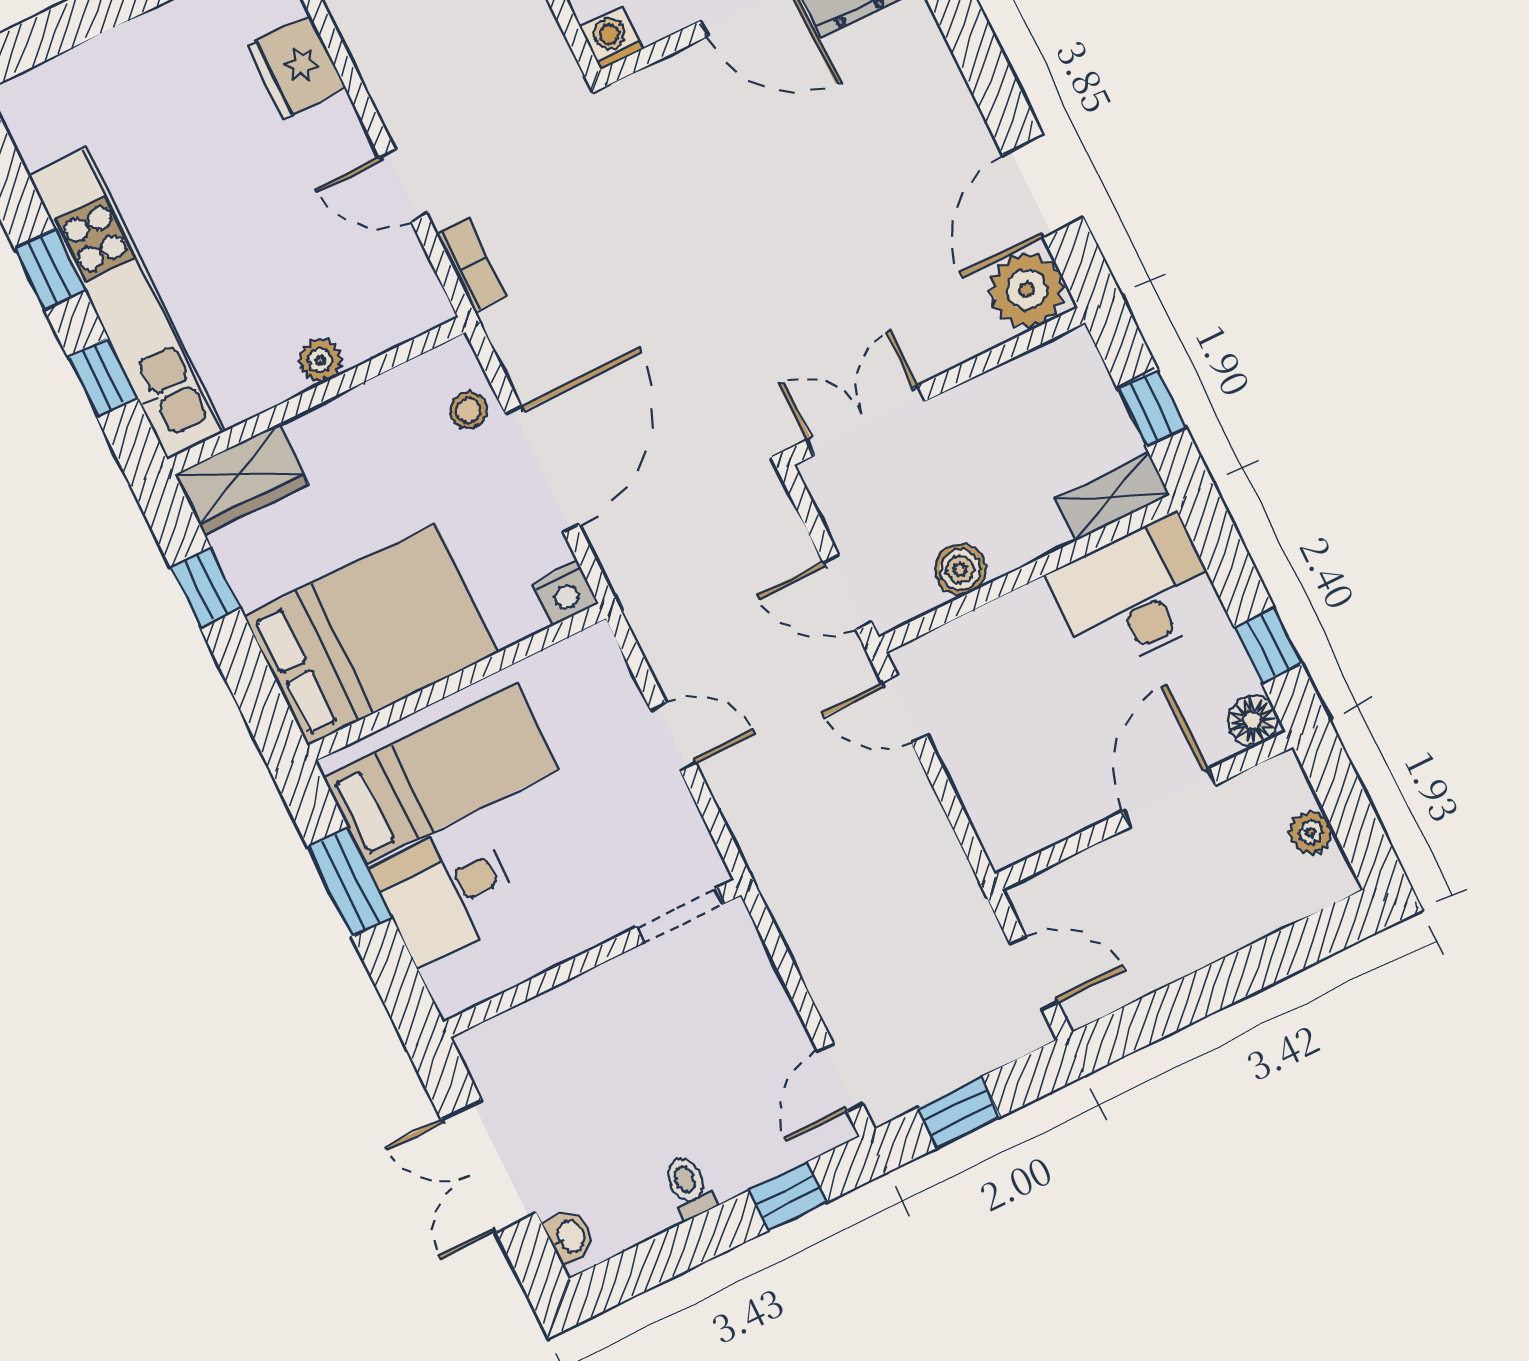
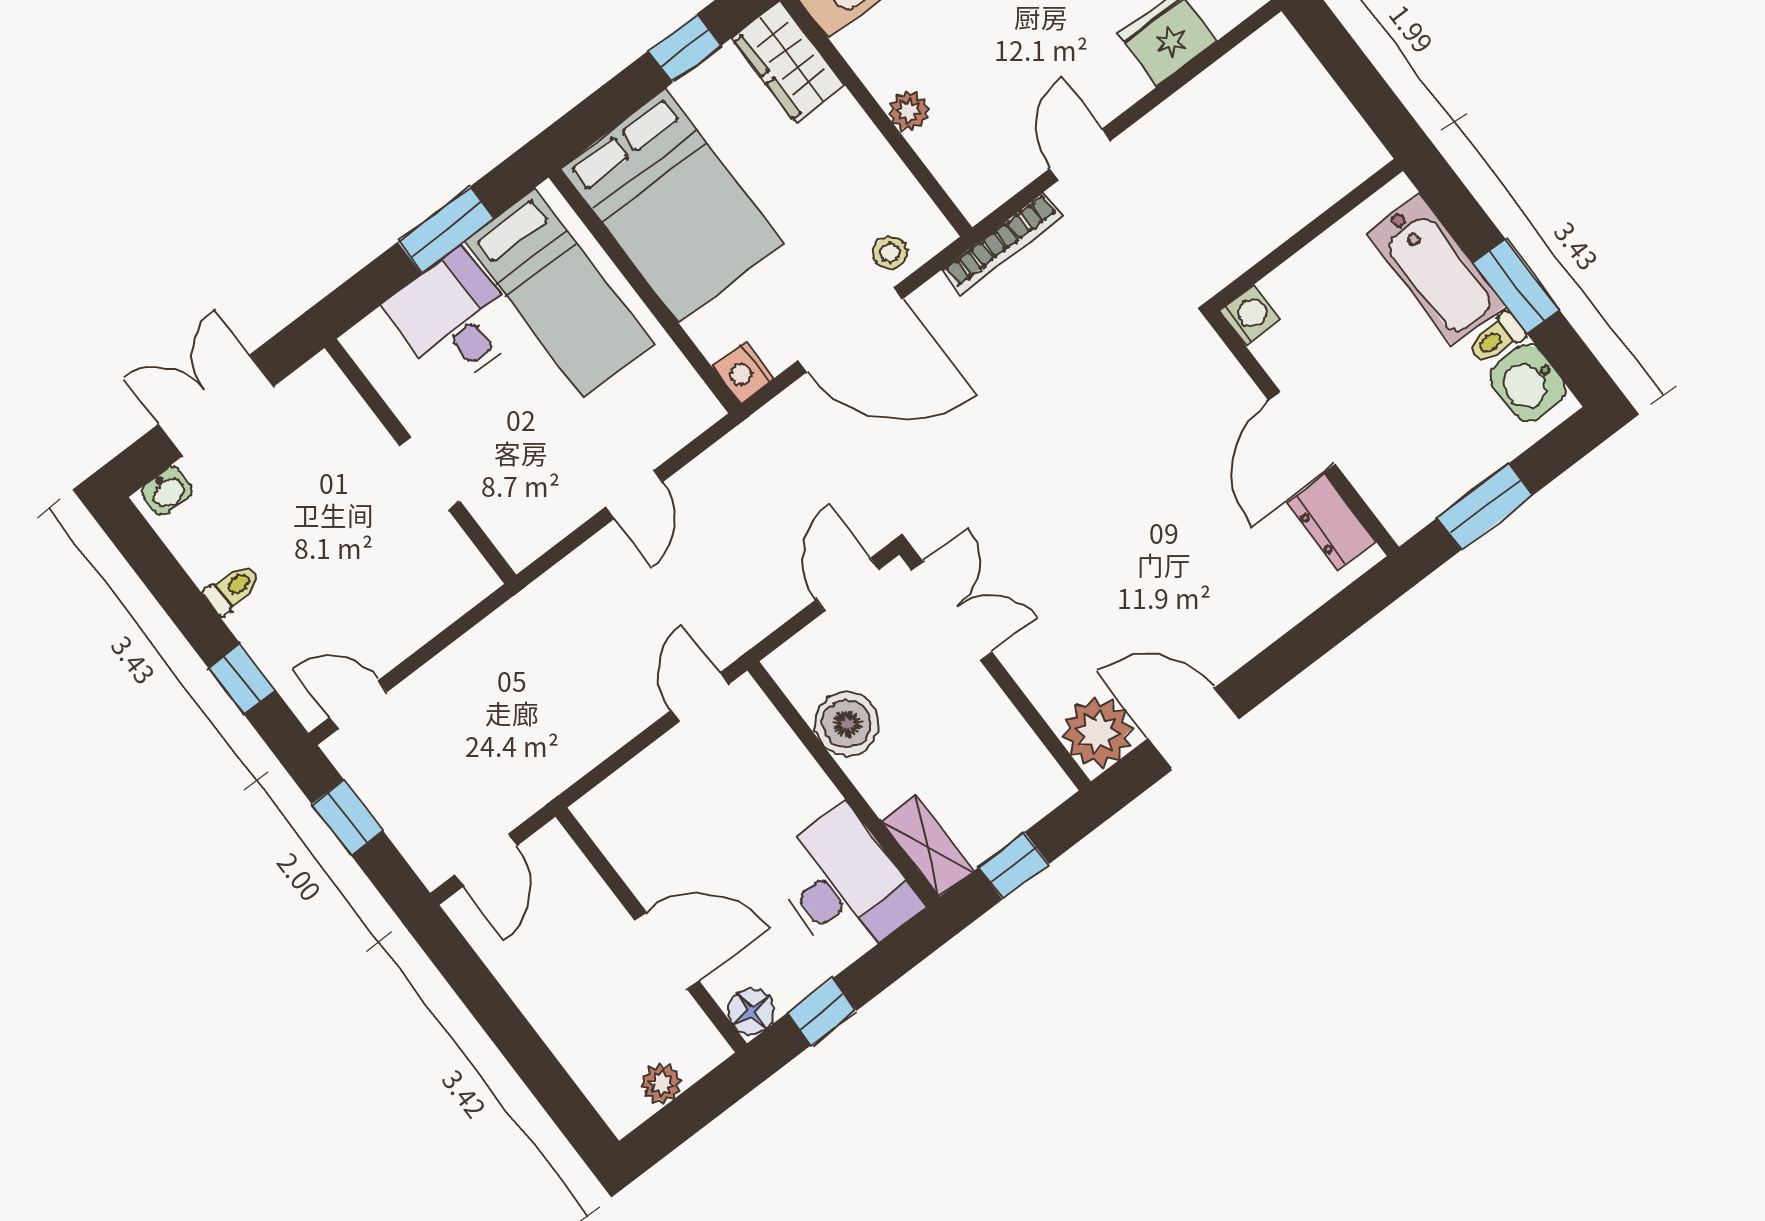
bookcase: (471, 265) -> (1003, 244), width x1.56
boiler: (960, 569) -> (847, 724), width x1.36, depth x1.36
door: (847, 592) -> (848, 585), moved
doorway: (680, 916) -> (430, 474), moved

